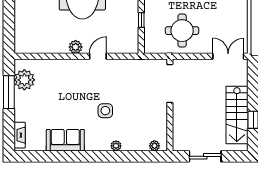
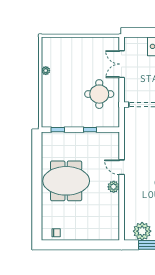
double door: (228, 56) -> (122, 64), moved

